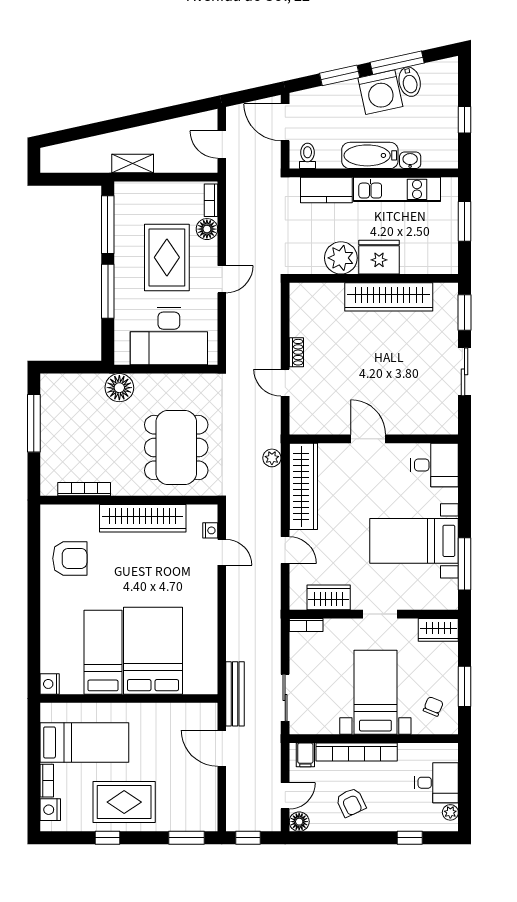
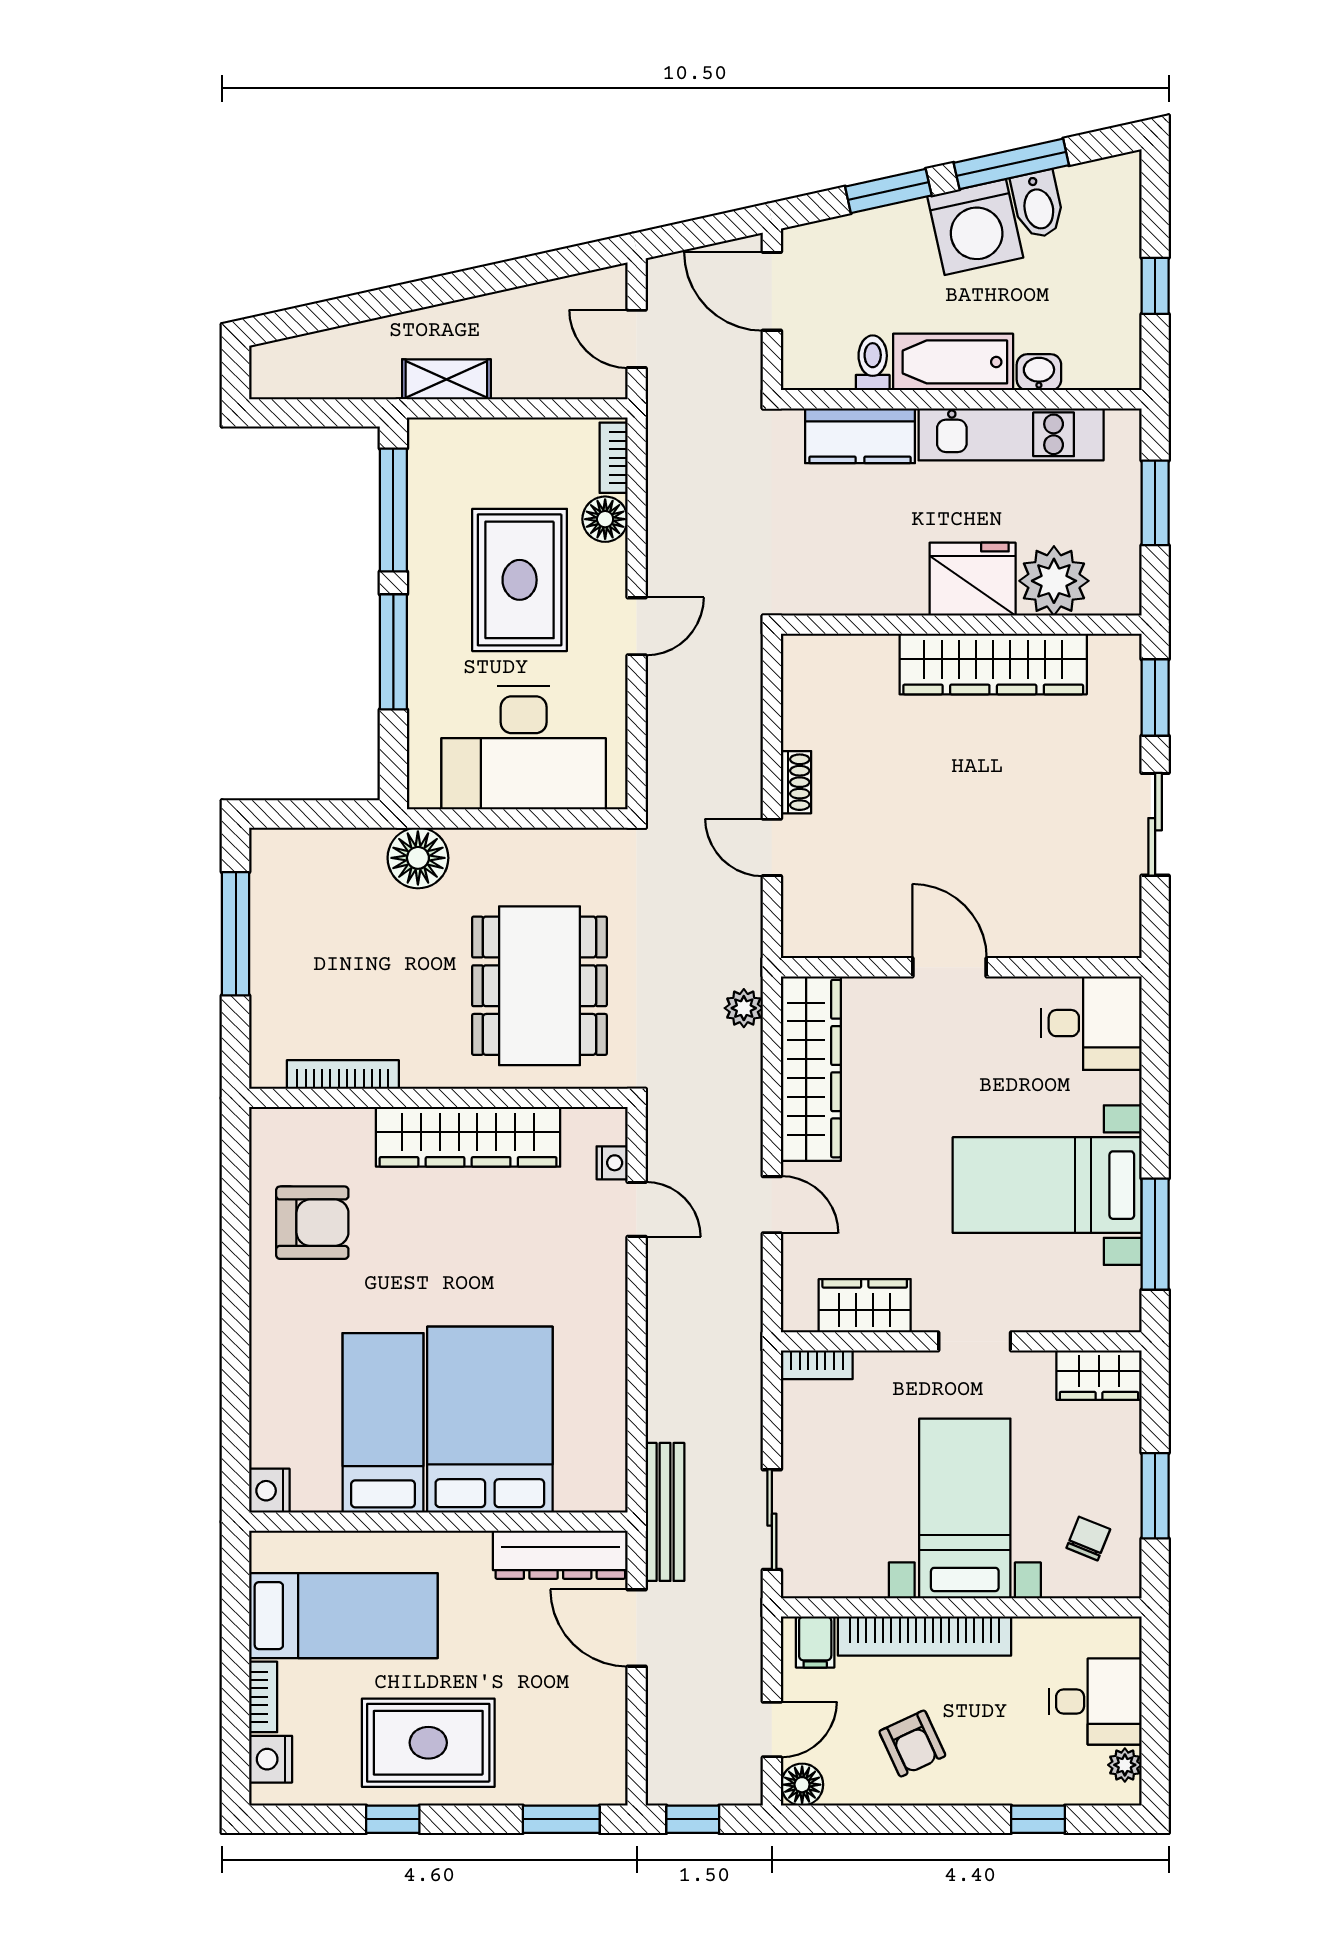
toilet: (308, 156) -> (873, 363), moved
plant: (341, 258) -> (1054, 581), moved
dresser: (186, 714) -> (560, 1555), added

